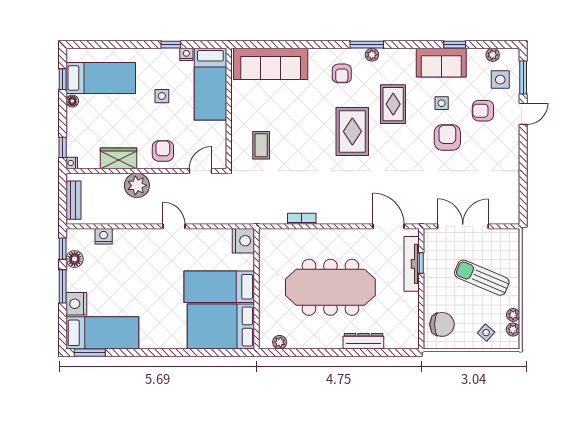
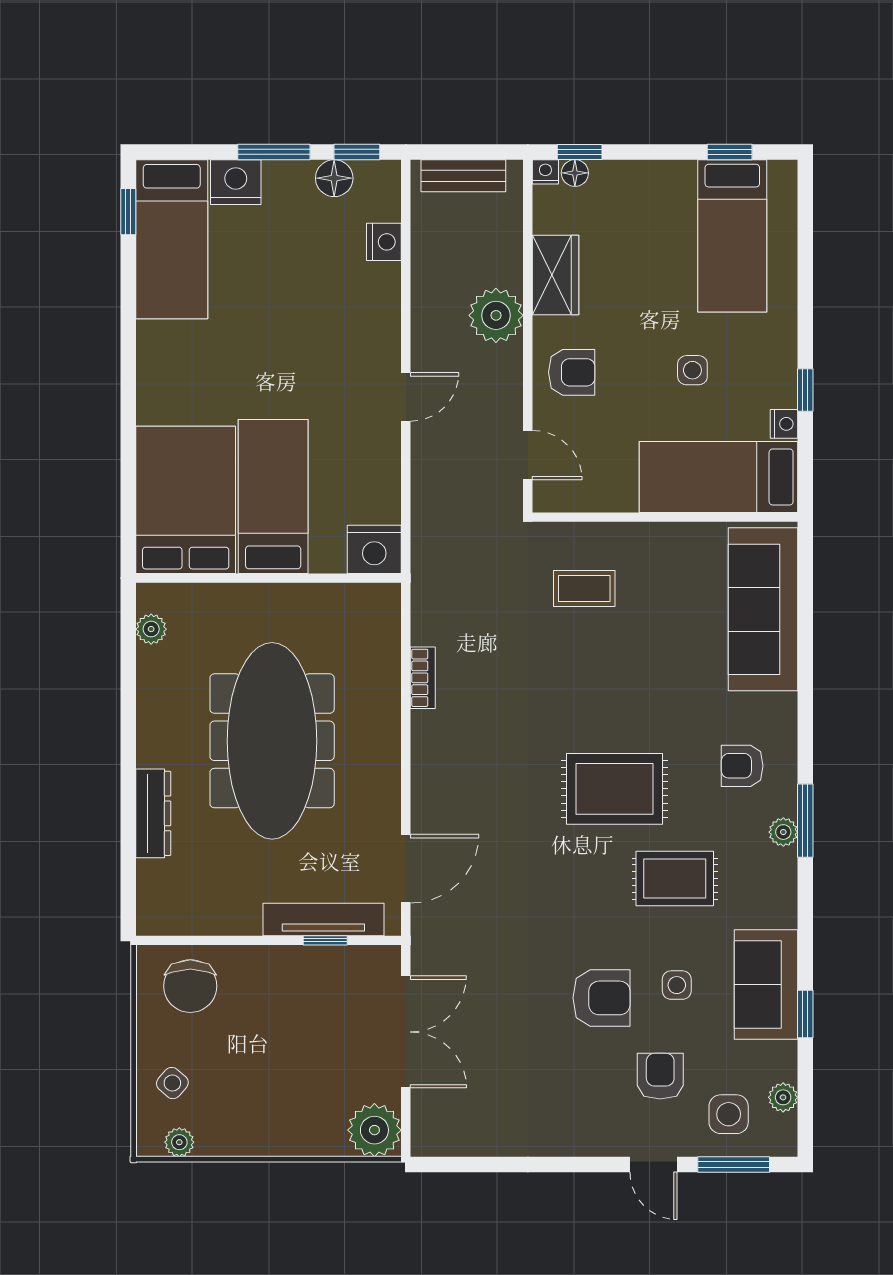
floor lamp: (72, 101) -> (575, 173), moved
sun lounger: (482, 278) -> (293, 1074), removed
plant: (513, 315) -> (374, 1130), moved, width x1.88, depth x1.88
window: (90, 353) -> (128, 212), width x0.67

